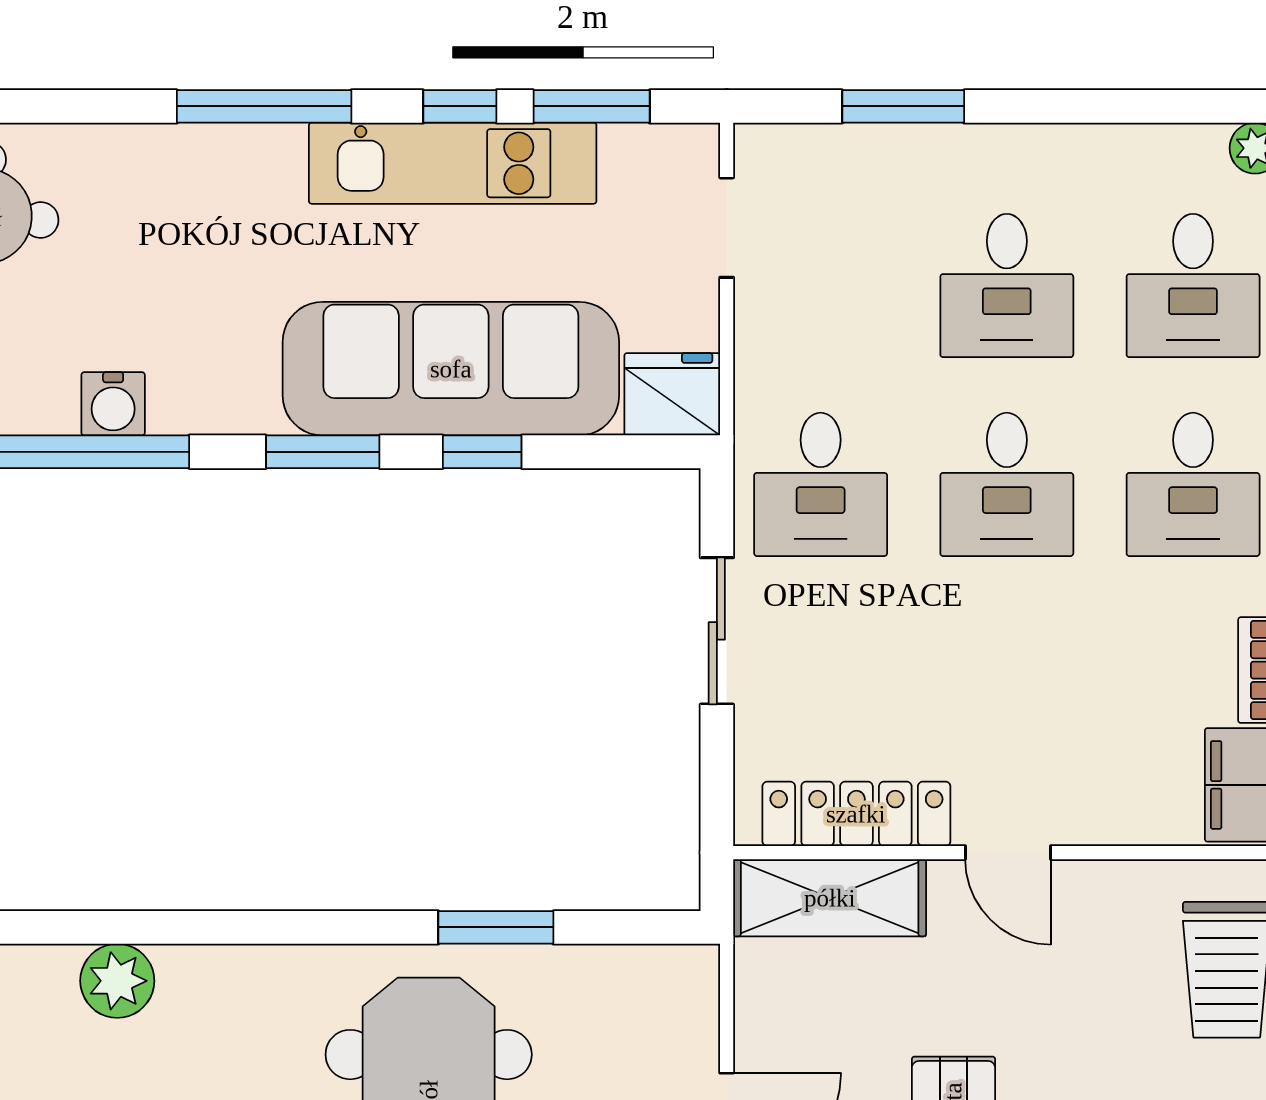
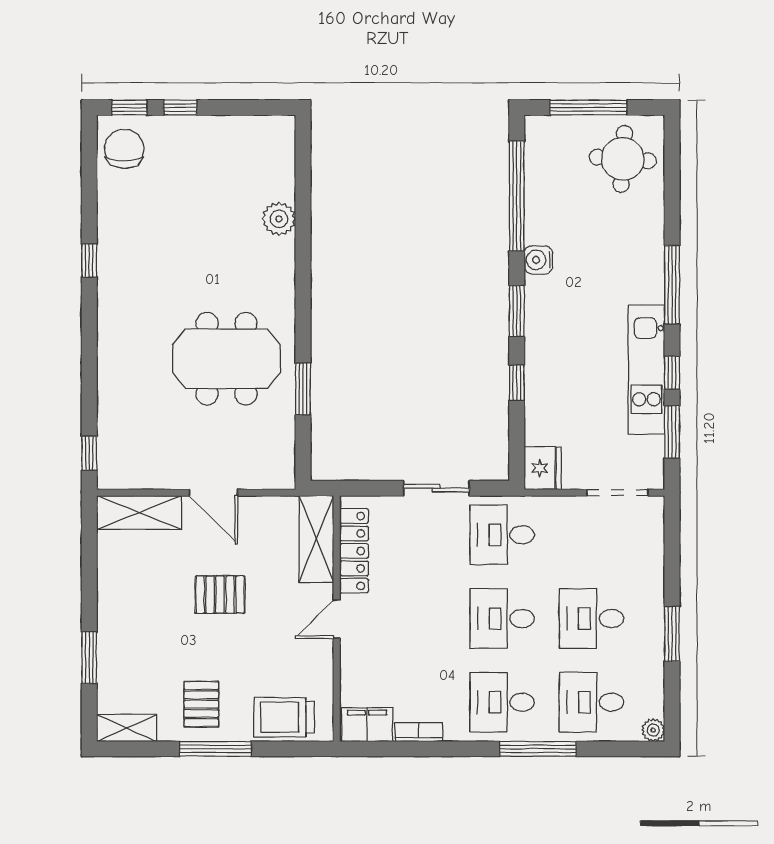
window: (903, 106) -> (672, 634), moved
doorway: (727, 228) -> (618, 493), width x1.38
sofa: (451, 369) -> (554, 369), removed
water cooler: (113, 404) -> (538, 260), moved

